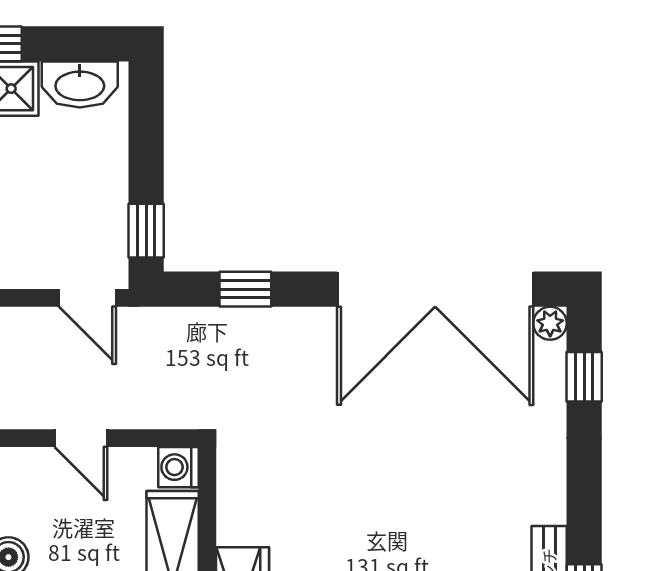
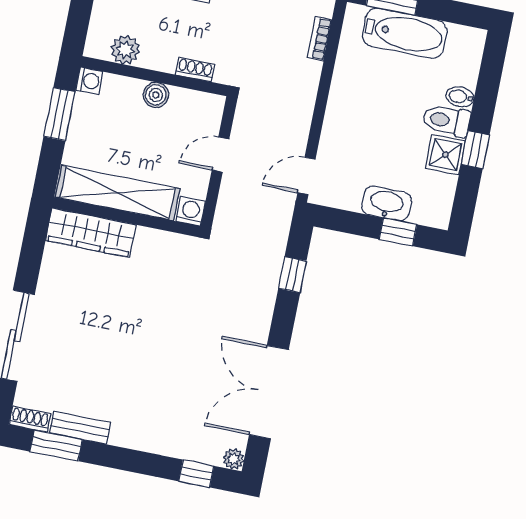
washbasin: (80, 85) -> (386, 203), moved, turned 90
window: (146, 231) -> (398, 232), moved
double door: (435, 289) -> (269, 392), width x0.73

